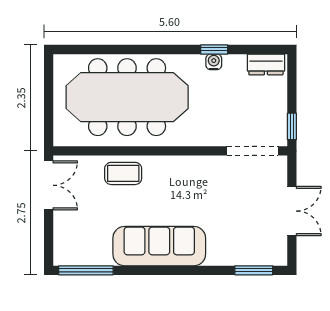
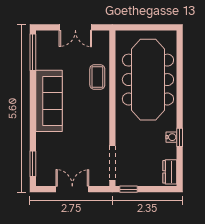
double door: (49, 185) -> (75, 27), moved
double door: (292, 211) -> (72, 189), swing flipped

